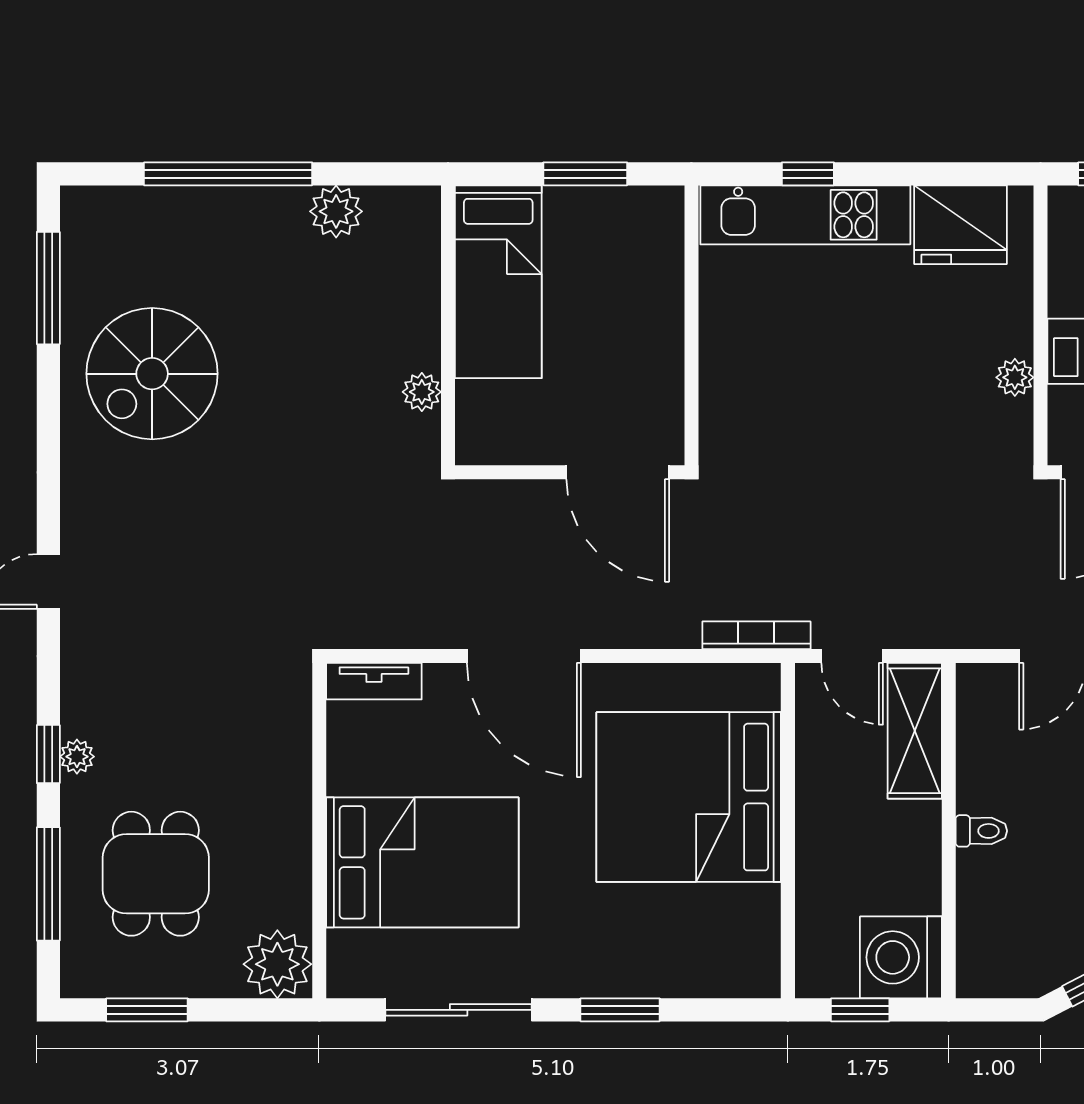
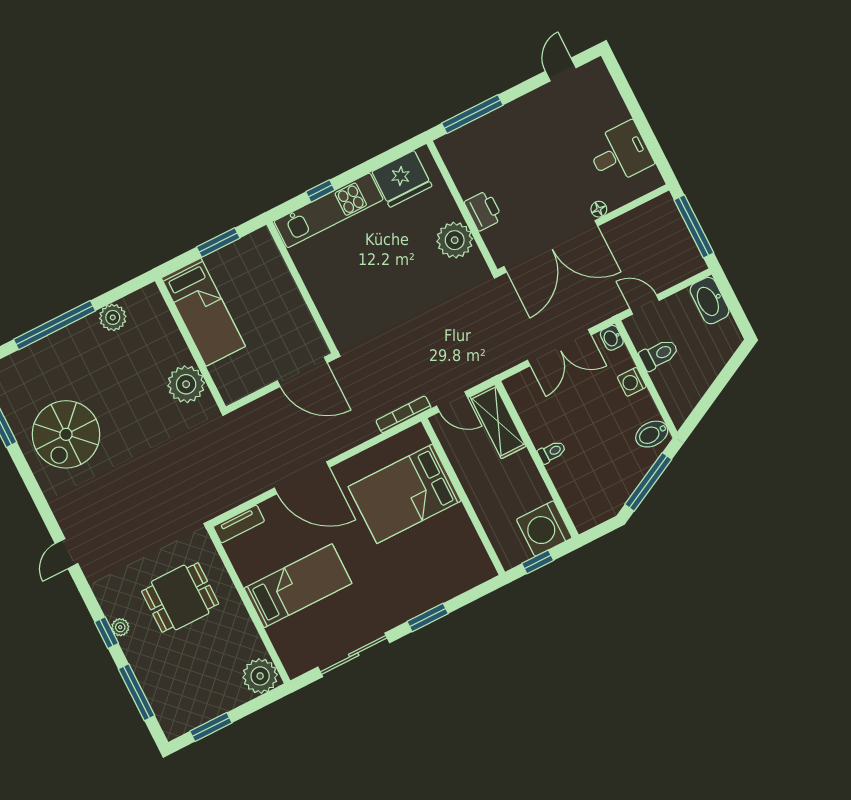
plant: (1015, 377) -> (455, 240), width x1.87, depth x1.87
plant: (422, 392) -> (186, 384), width x1.87, depth x1.87
bed: (689, 797) -> (405, 494), width x0.73
bed: (422, 862) -> (298, 586), width x0.67
dining table: (156, 874) -> (180, 597), moved, turned 90

